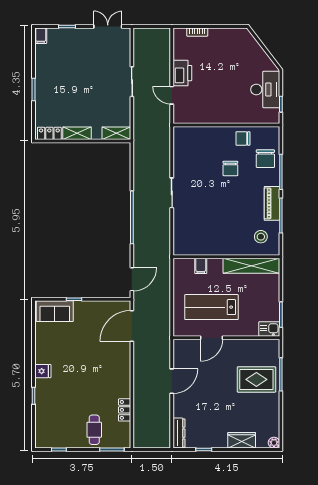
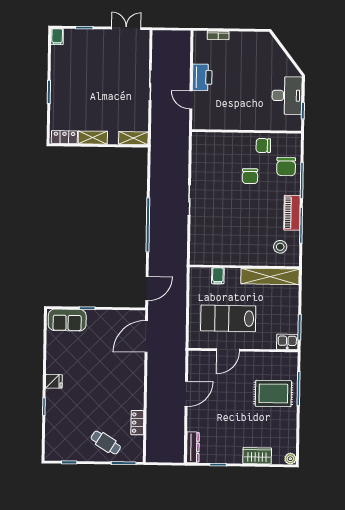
cafe table: (94, 430) -> (106, 443), turned -58

